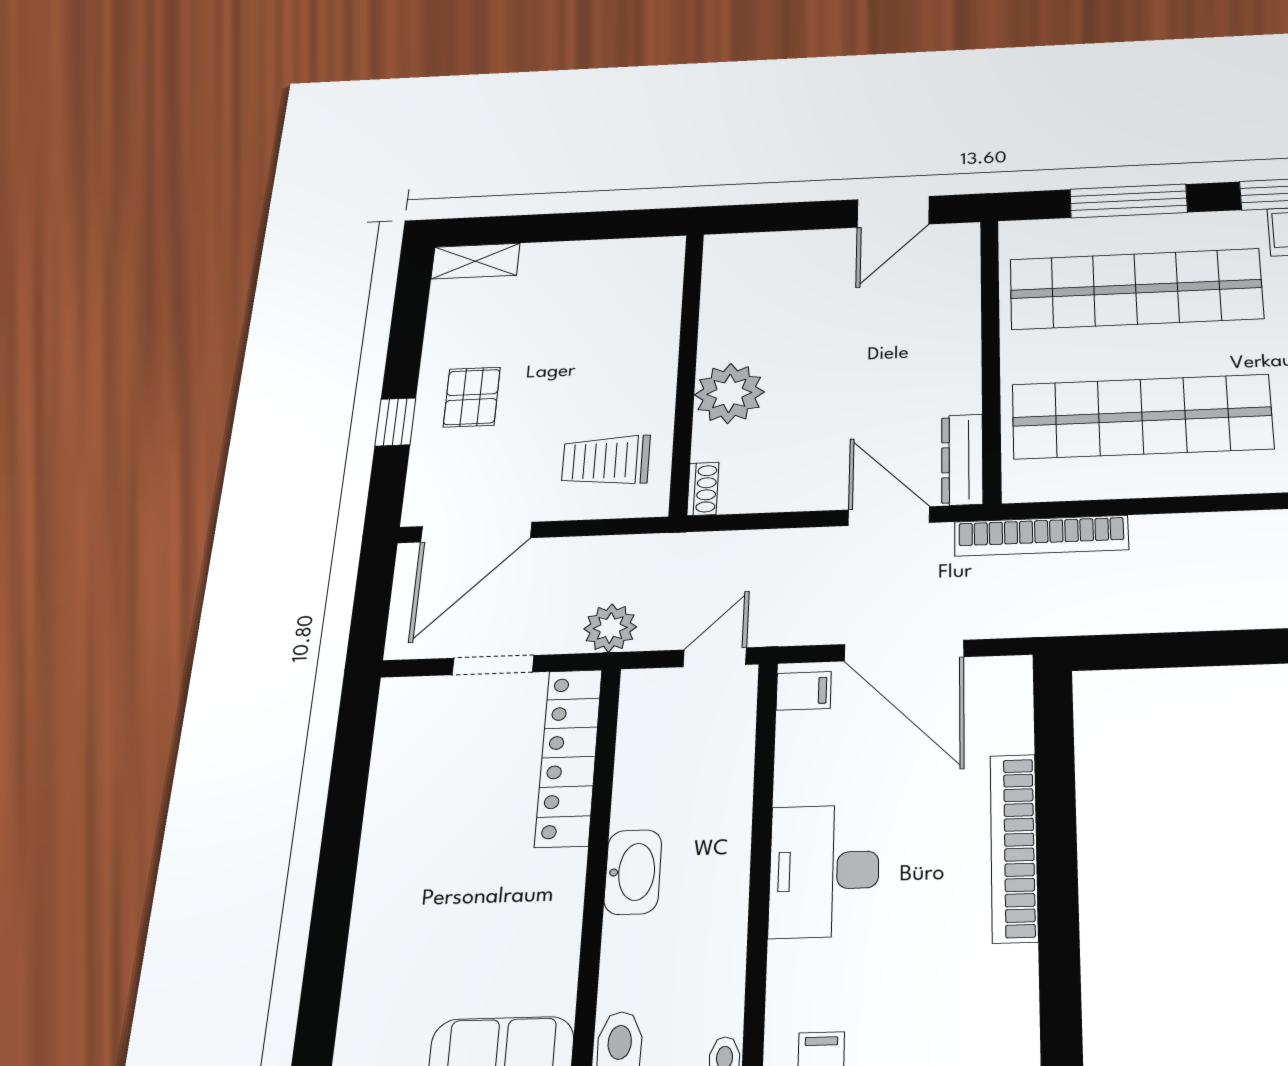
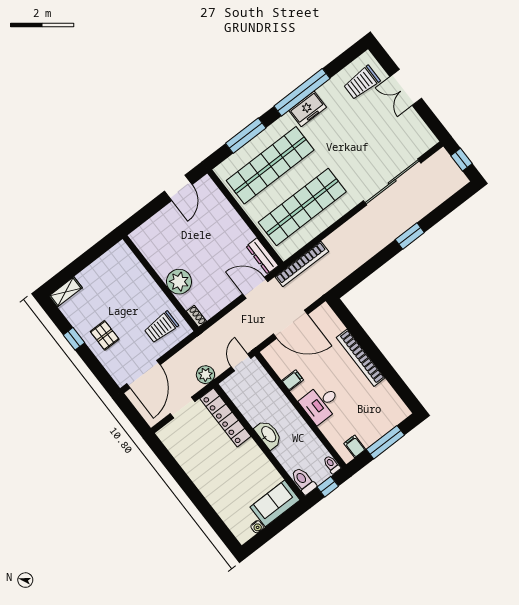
window: (395, 422) -> (74, 339), moved
filing cabinet: (804, 691) -> (293, 380), moved
desk: (824, 871) -> (321, 403), width x0.73

